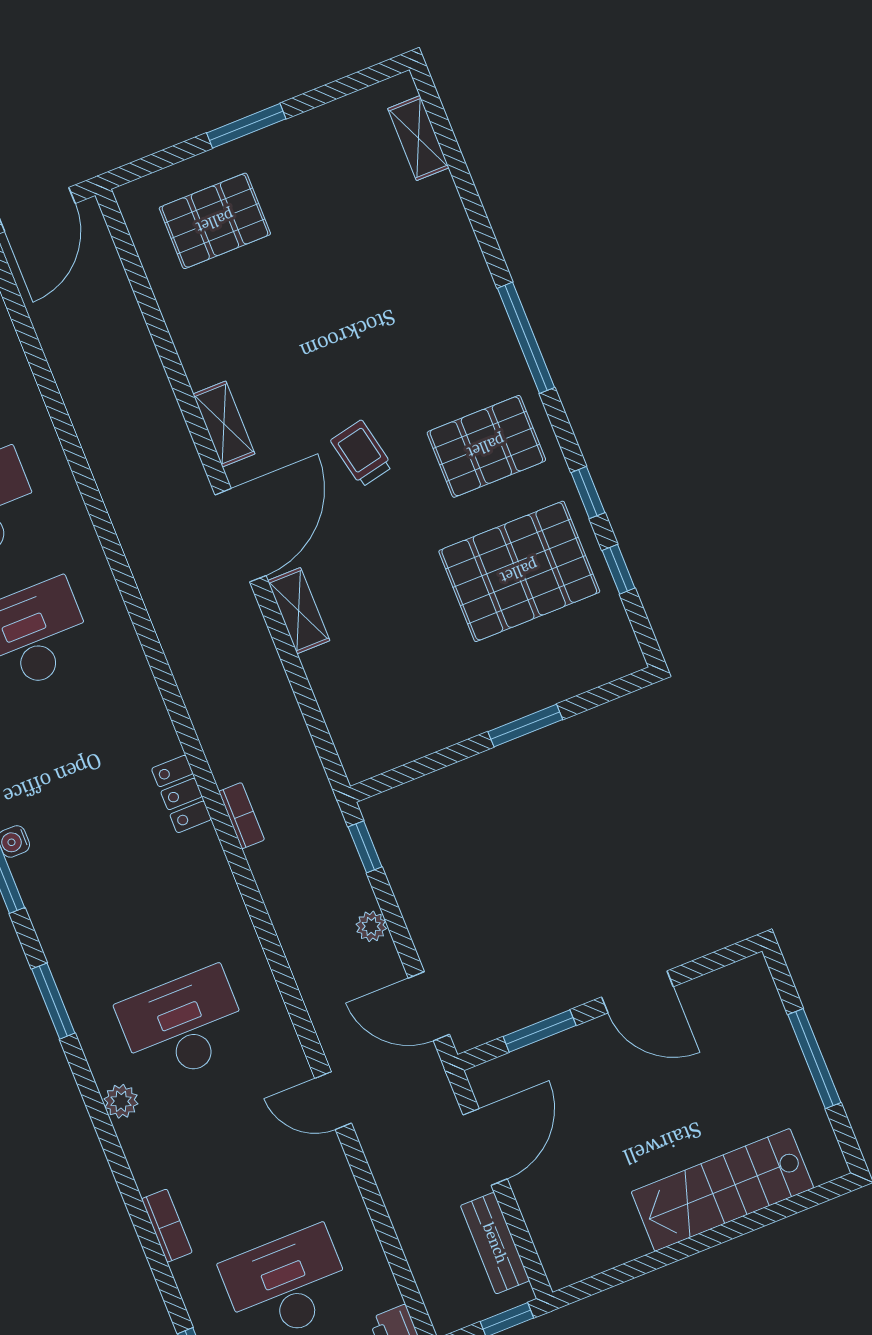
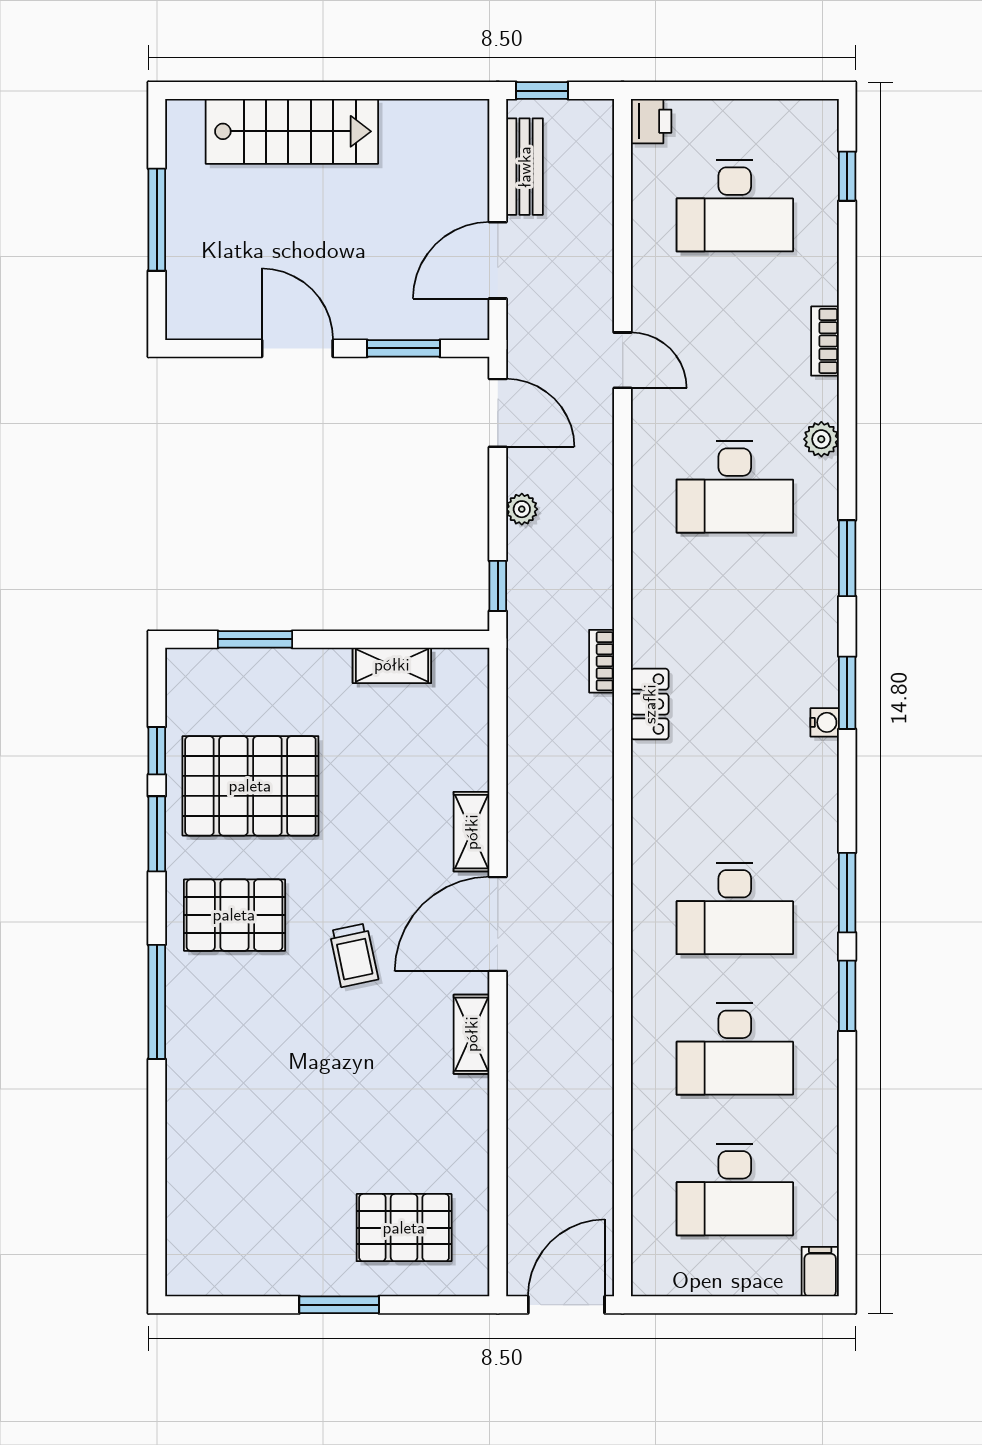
shelving: (418, 138) -> (392, 665), moved, turned 90
window: (588, 493) -> (157, 834), width x1.50
window: (525, 726) -> (255, 639), moved
bookcase: (167, 1226) -> (825, 341), moved

